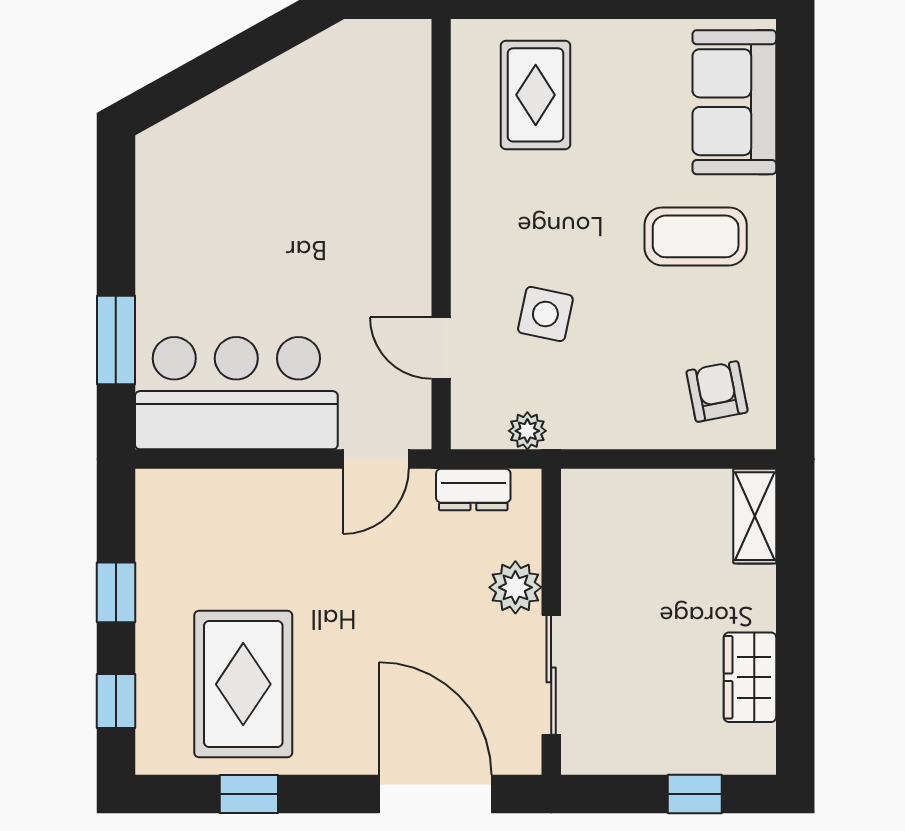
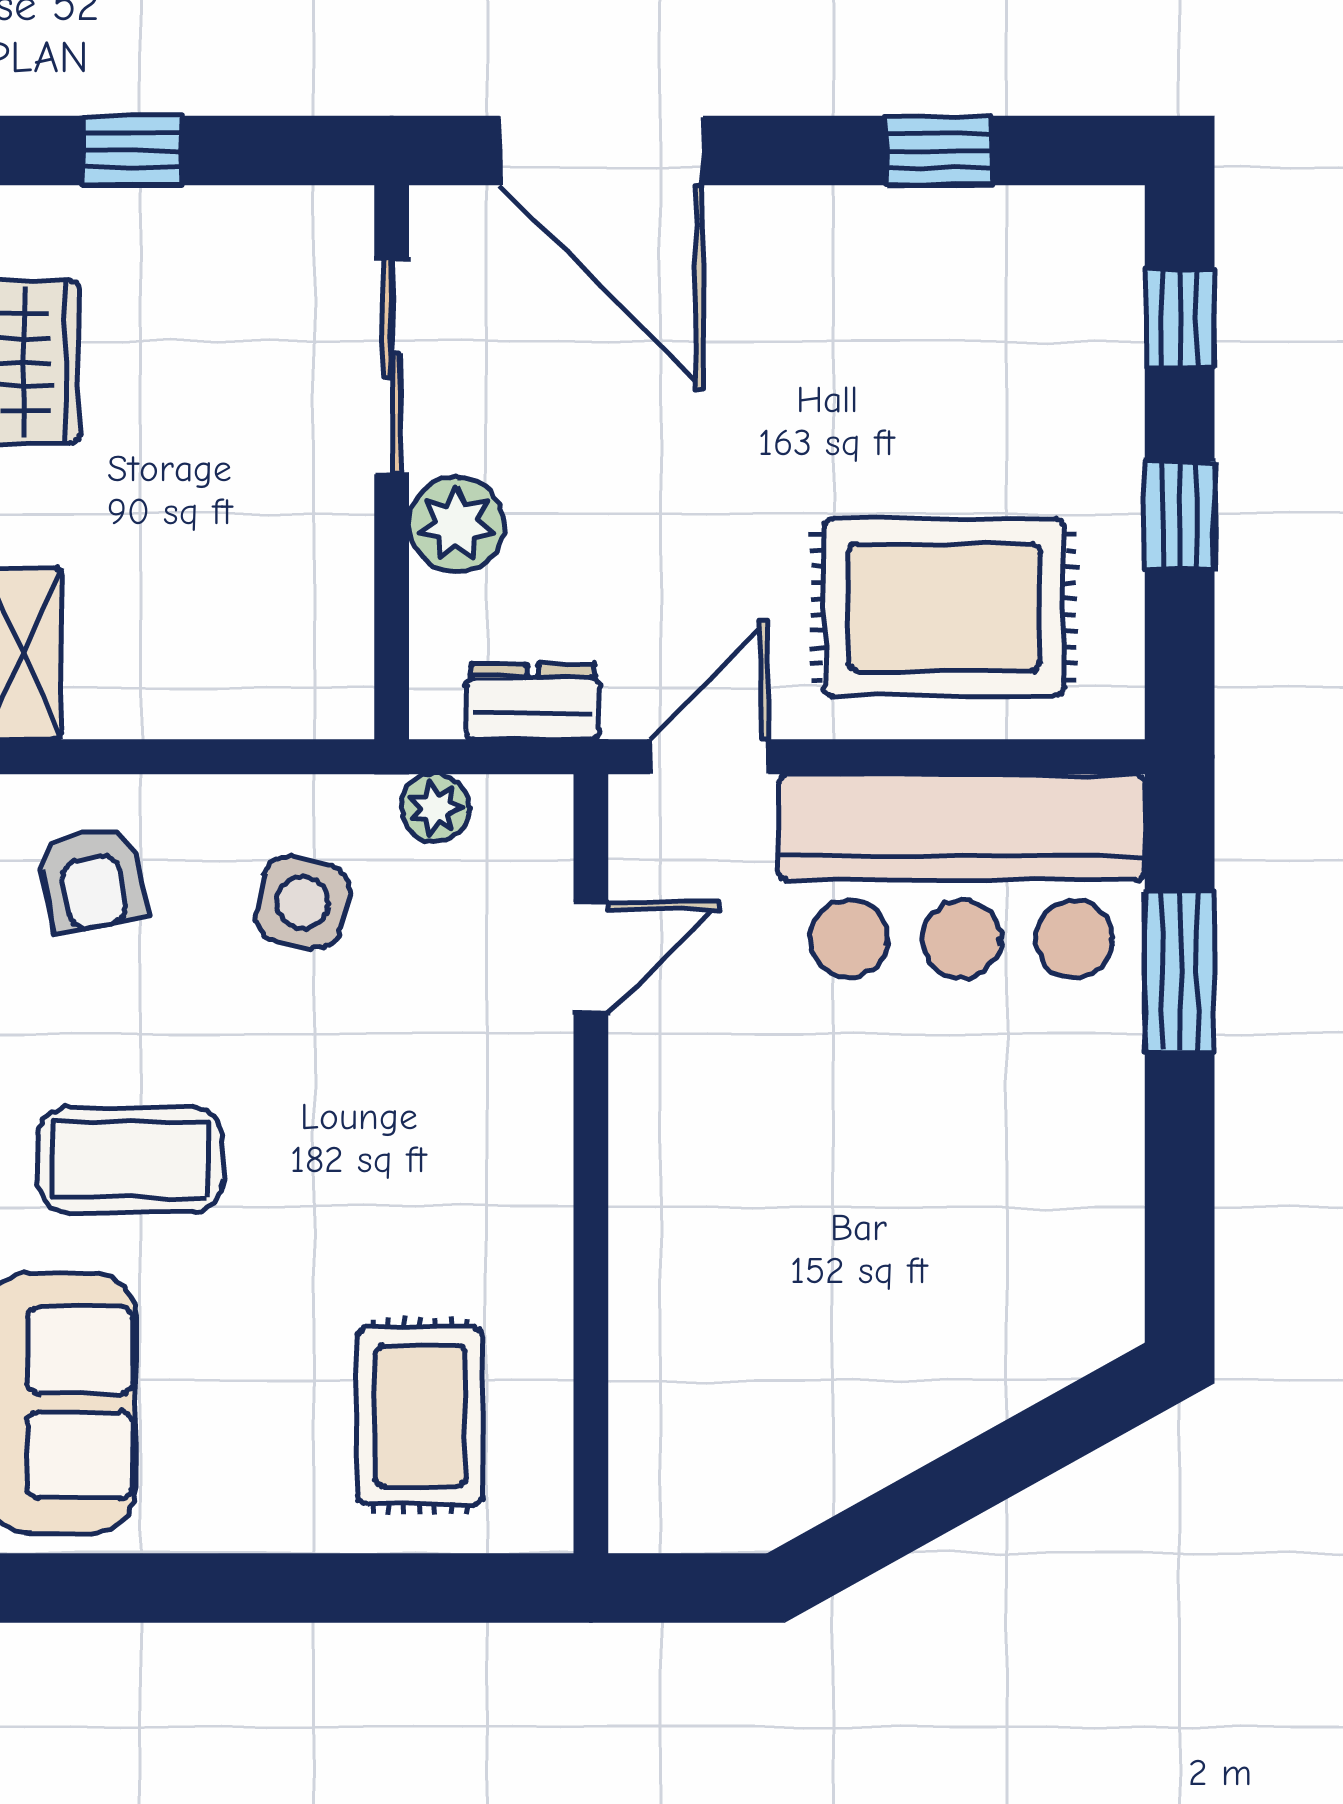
side table: (545, 314) -> (303, 903), moved
door: (441, 348) -> (591, 958), hinge flipped
rug: (243, 684) -> (944, 607), moved, turned 90

